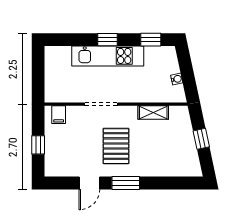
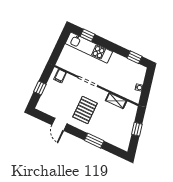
window: (107, 40) -> (87, 35), moved
kitchen unit: (108, 56) -> (89, 48), moved
door: (89, 183) -> (59, 124), hinge flipped
window: (126, 183) -> (94, 141), moved

